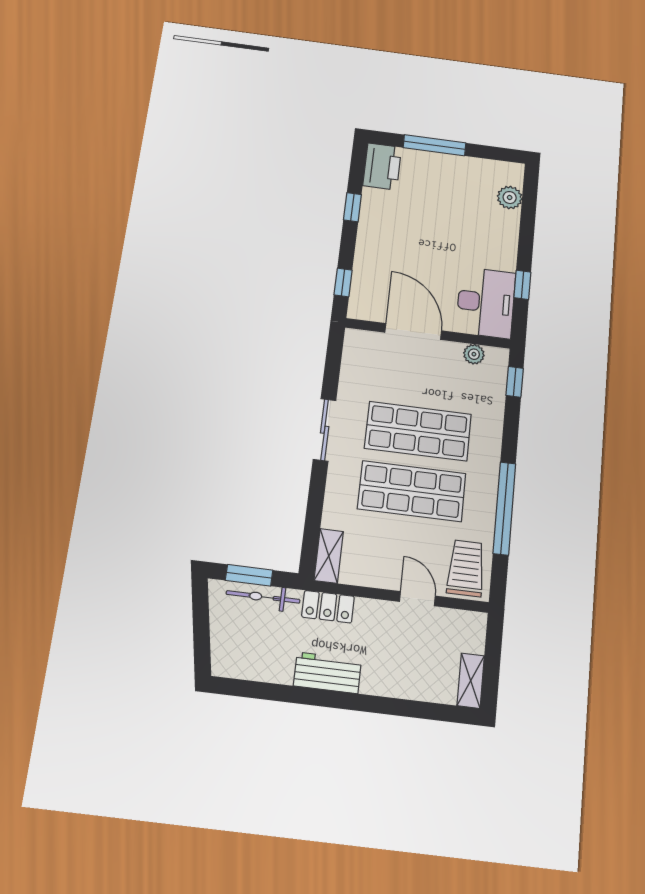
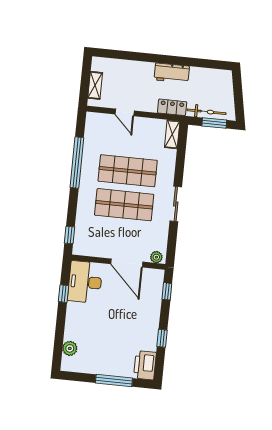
plant: (474, 354) -> (156, 257), moved
trolley: (466, 568) -> (98, 129), removed
shelving: (471, 681) -> (95, 85), moved

